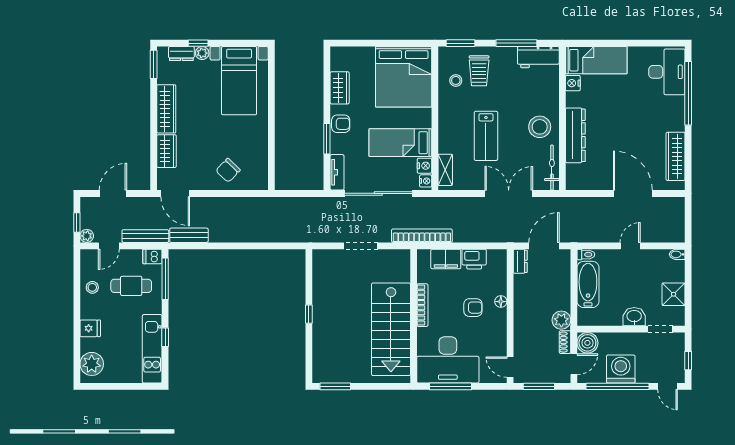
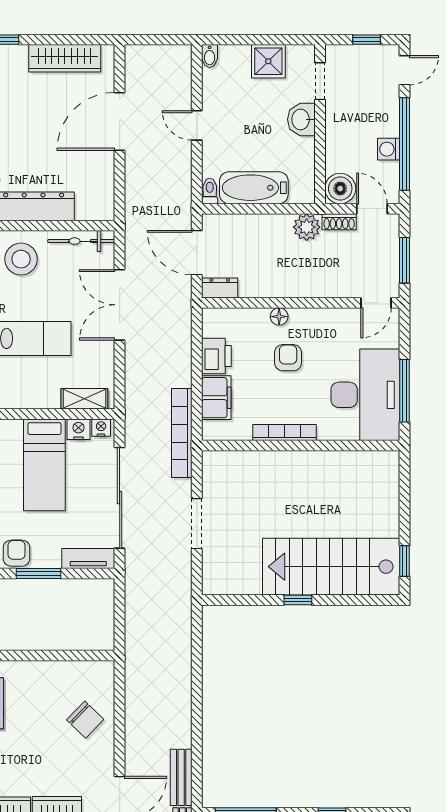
stairs: (391, 329) -> (331, 567), moved, turned 180
washing machine: (621, 369) -> (389, 149), width x0.53, depth x0.53
window: (335, 386) -> (405, 561), width x0.67

